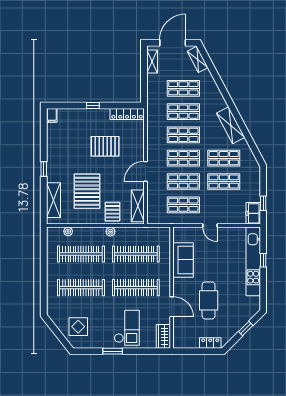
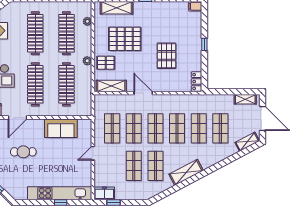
locker: (127, 114) -> (197, 82), width x0.66
cafe table: (209, 300) -> (23, 152), width x0.73, depth x0.74

